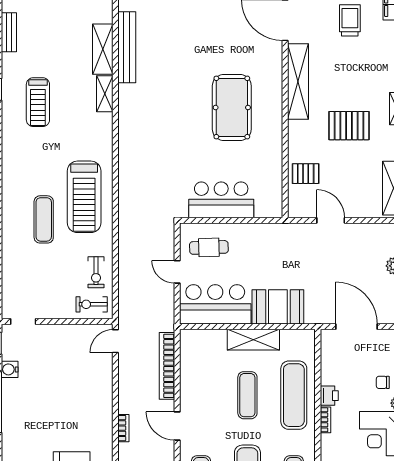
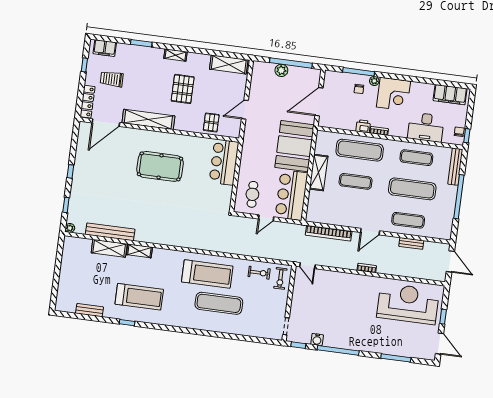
treadmill: (38, 102) -> (139, 297), width x1.37, depth x1.38
bar counter: (221, 200) -> (224, 162), moved
exercise mat: (44, 219) -> (219, 303), width x1.36, depth x1.45
booth: (278, 307) -> (294, 146), width x1.36, depth x1.42

